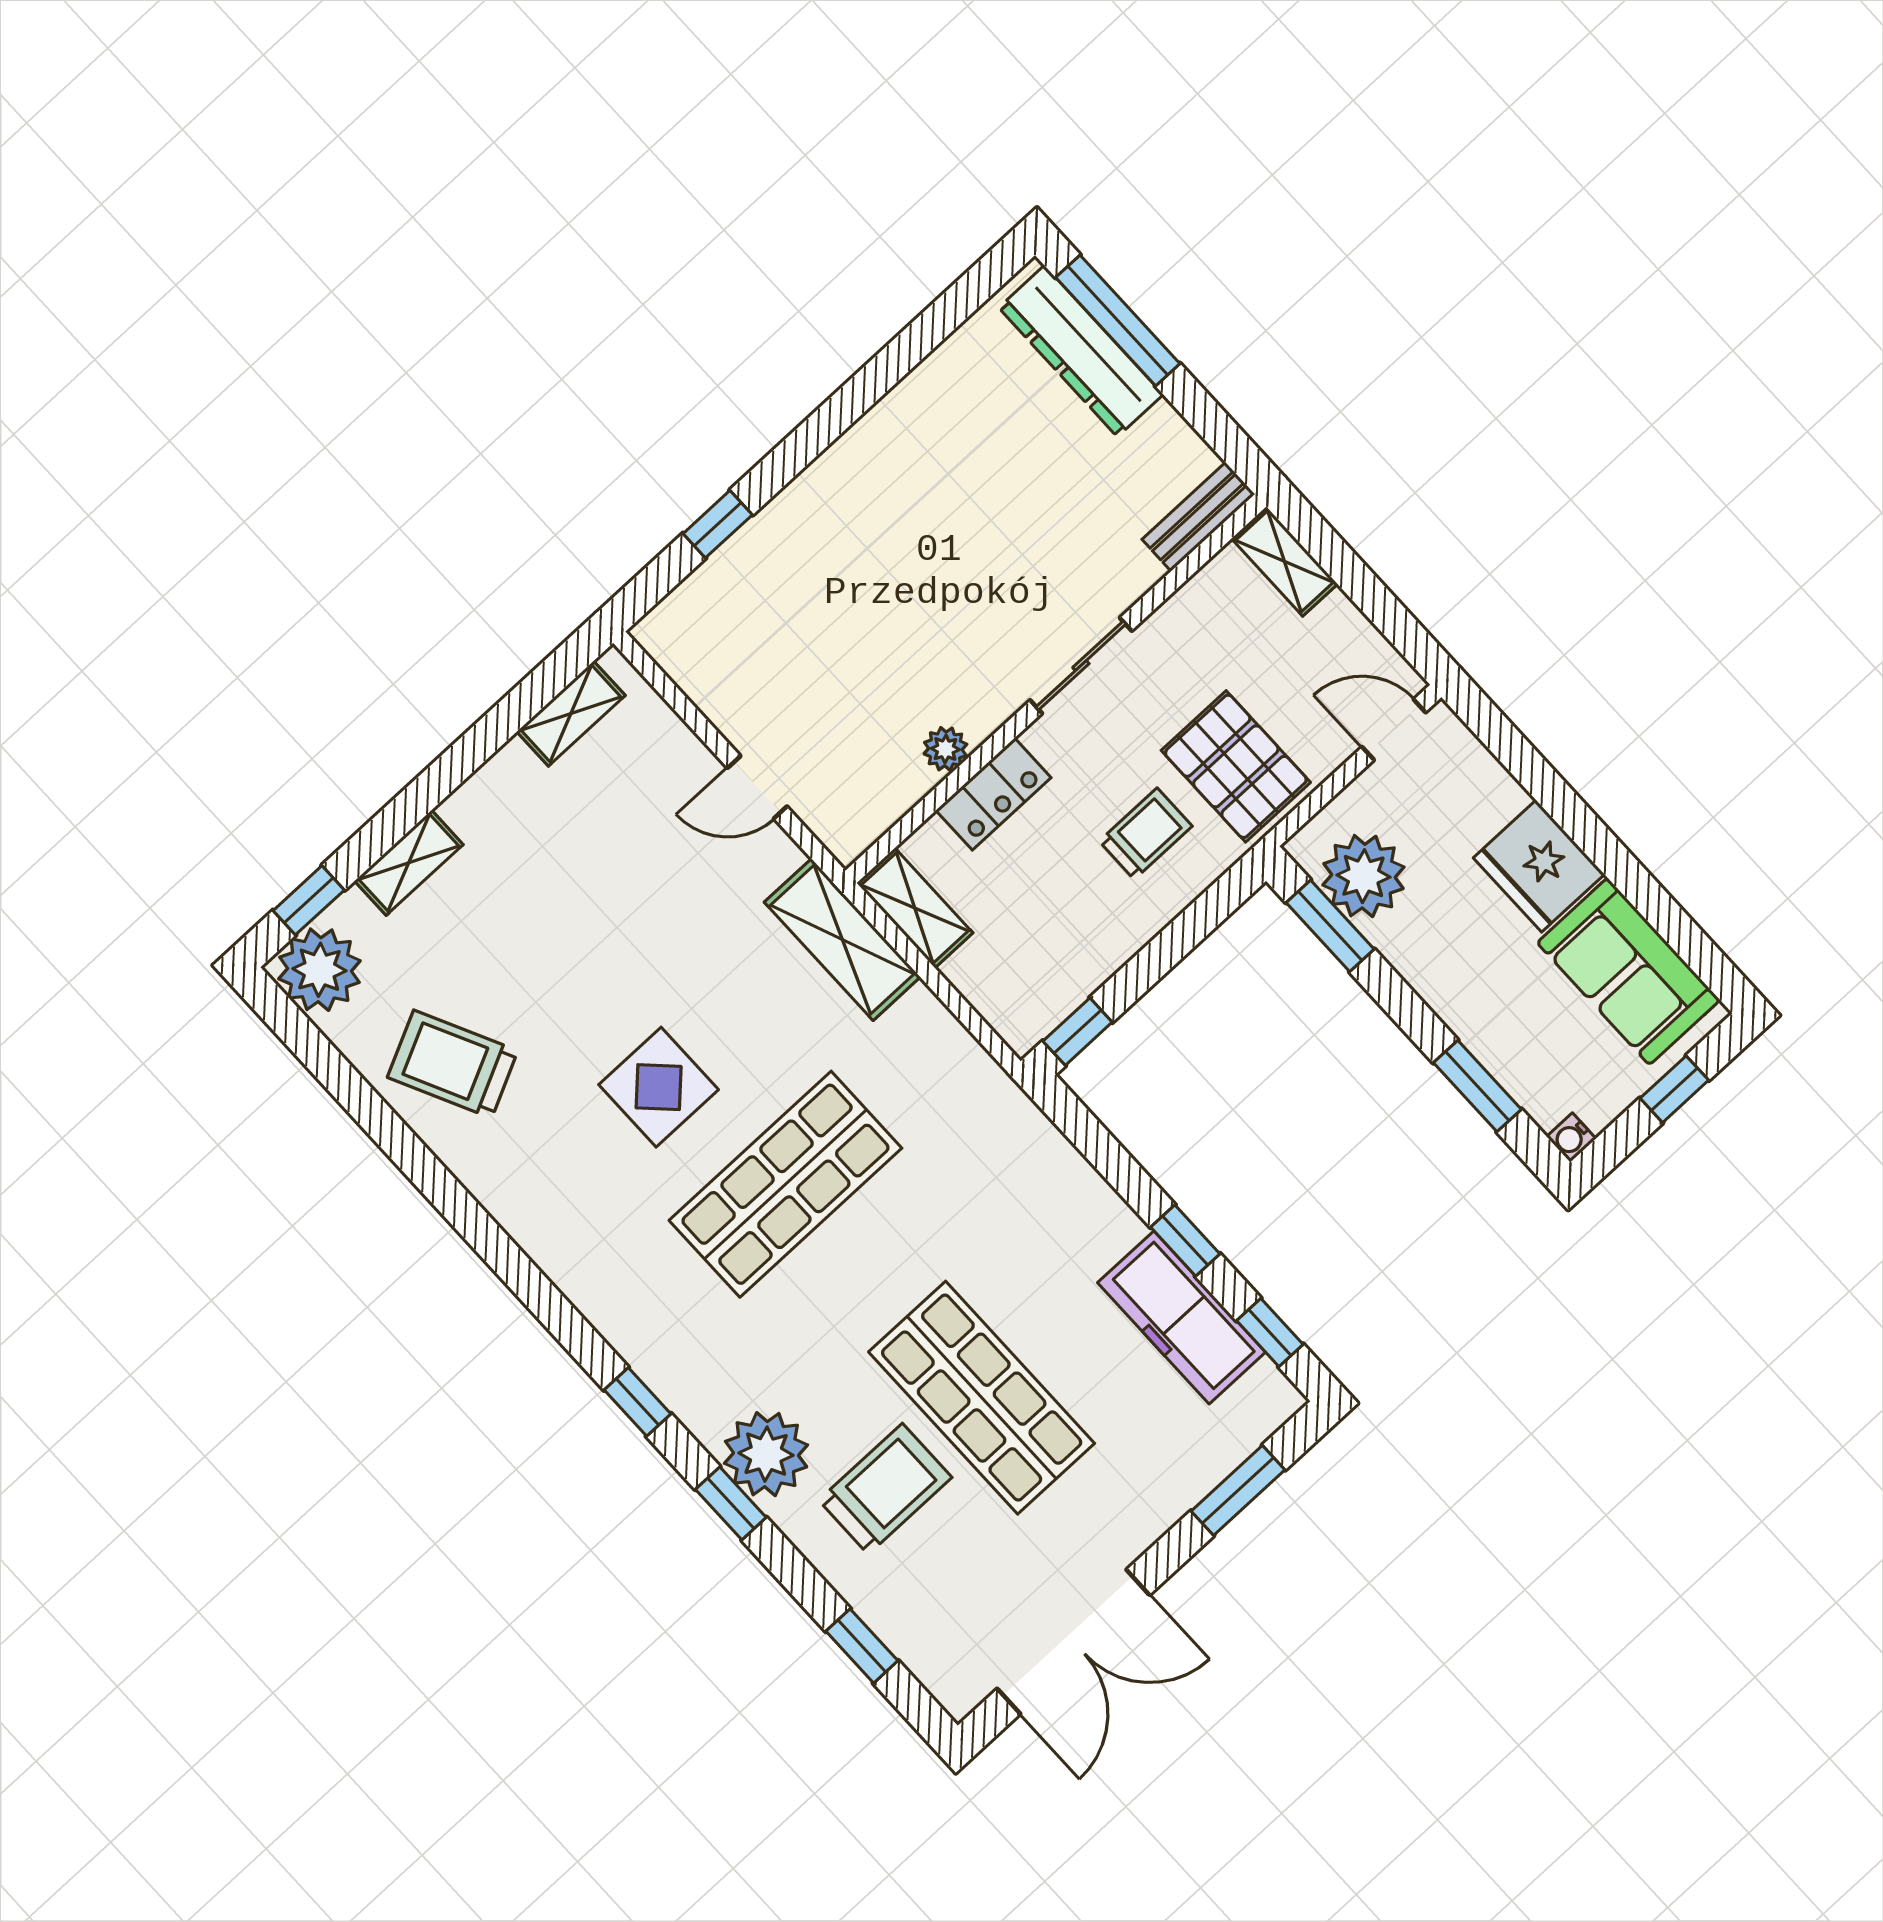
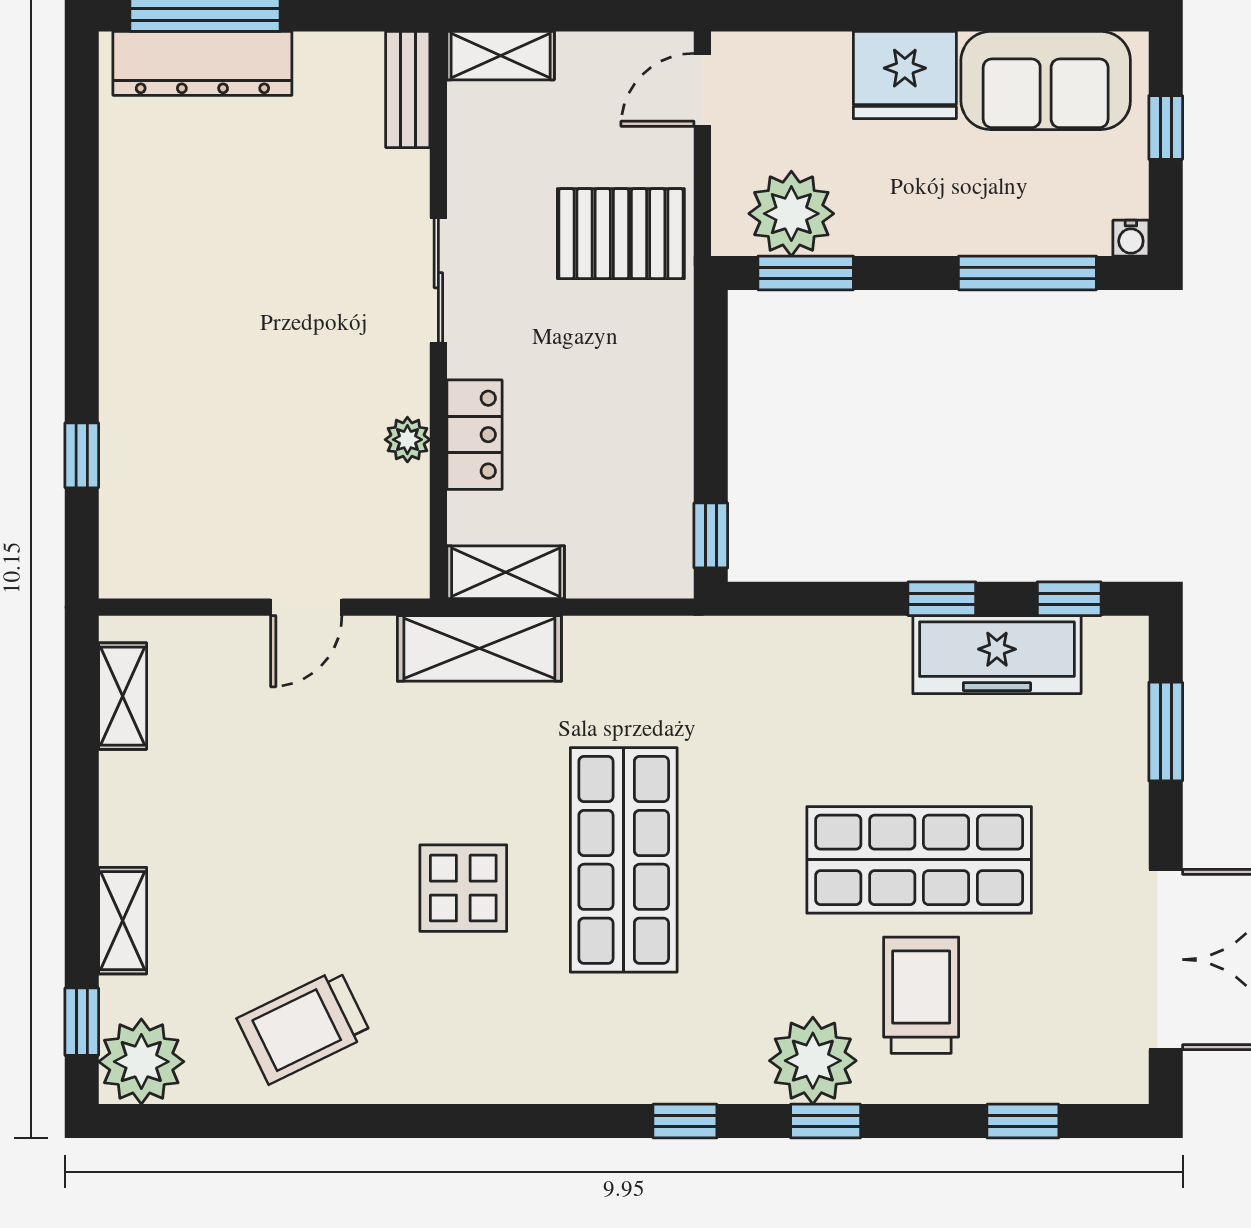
trolley: (1146, 834) -> (609, 348), removed
window: (1477, 1086) -> (1027, 273), width x1.44

